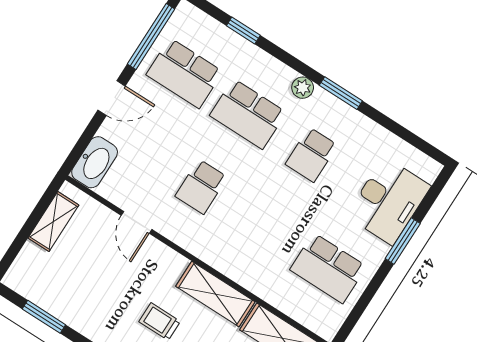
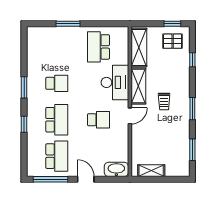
window: (243, 30) -> (24, 124), moved
plant: (303, 88) -> (32, 104), removed
desk: (388, 201) -> (115, 82), moved, turned 90
door: (136, 222) -> (130, 116), moved
school desk: (328, 268) -> (98, 47), turned 180

